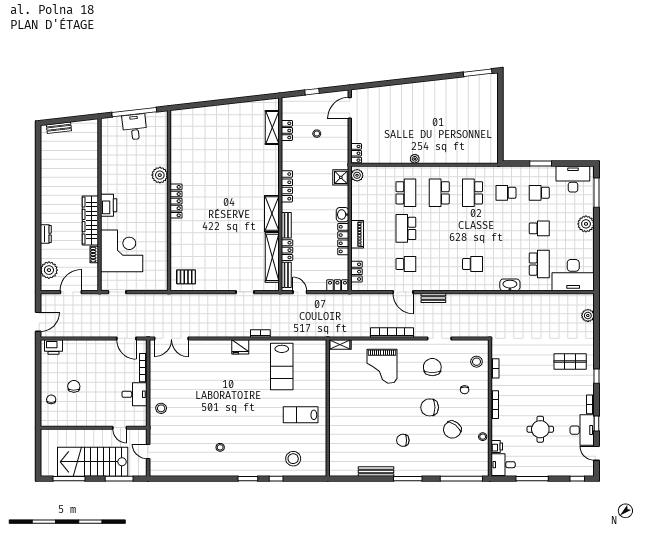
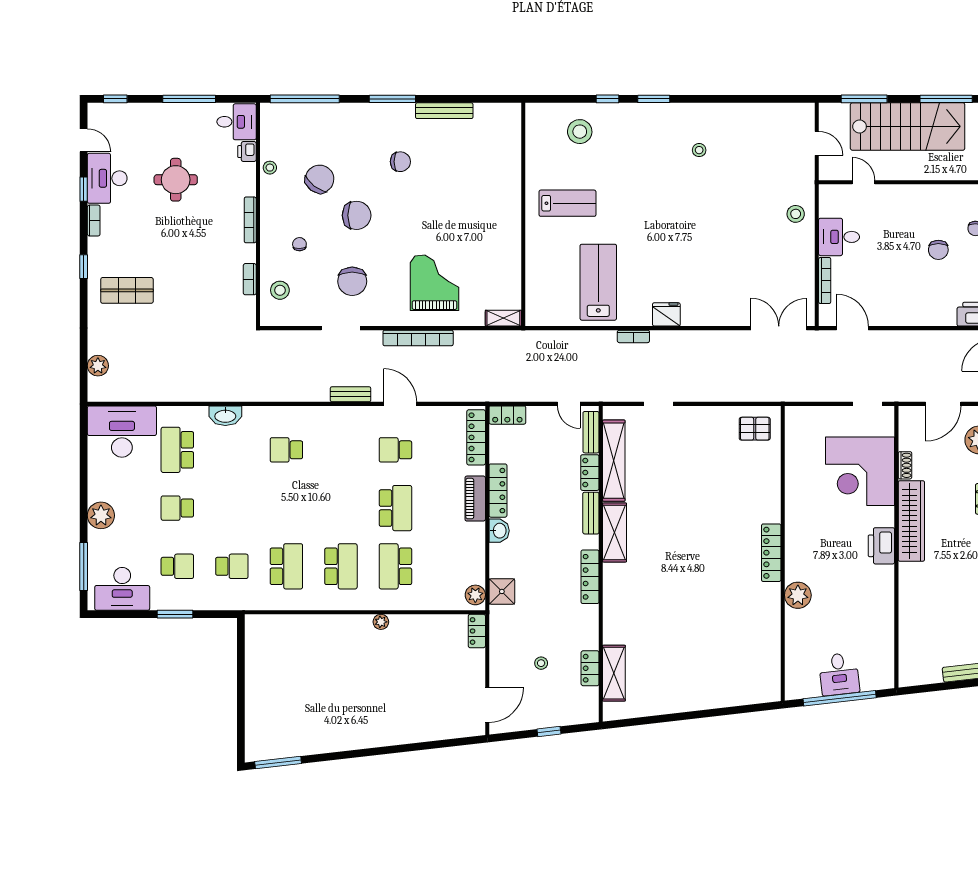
locker: (357, 272) -> (476, 437), width x1.53

